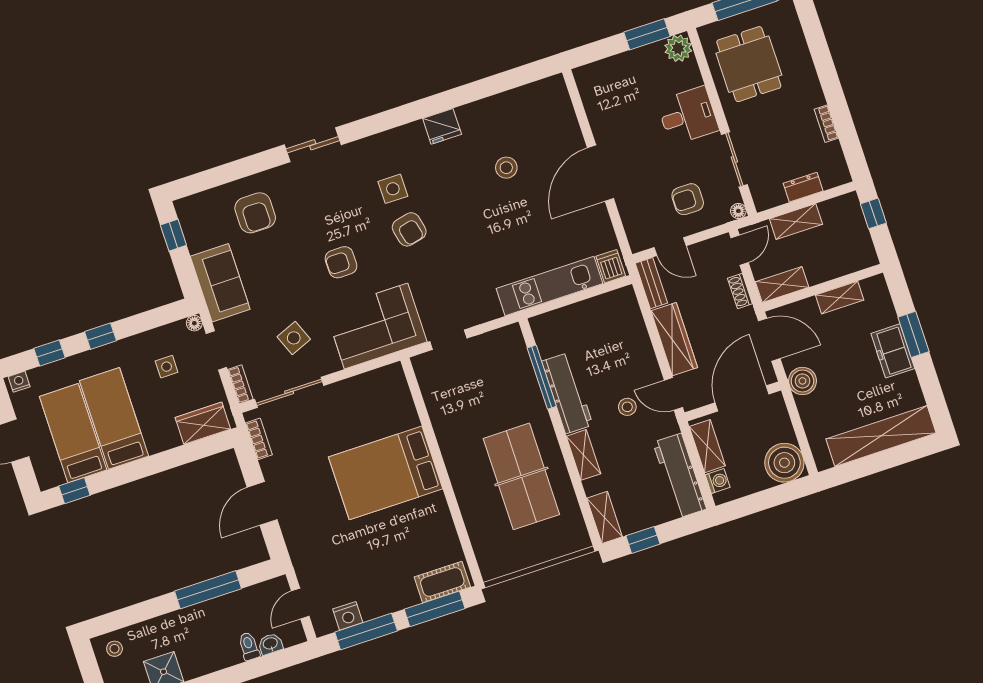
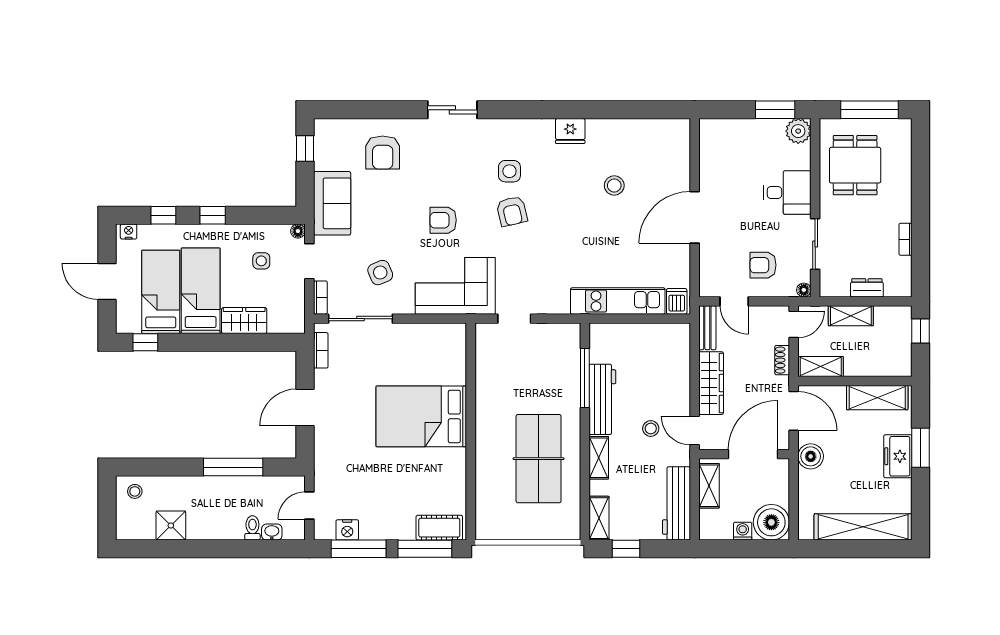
shelving: (840, 298) -> (877, 398), width x1.50, depth x1.33
wardrobe: (203, 423) -> (244, 321), moved
washing machine: (718, 481) -> (743, 531), moved, turned -90

